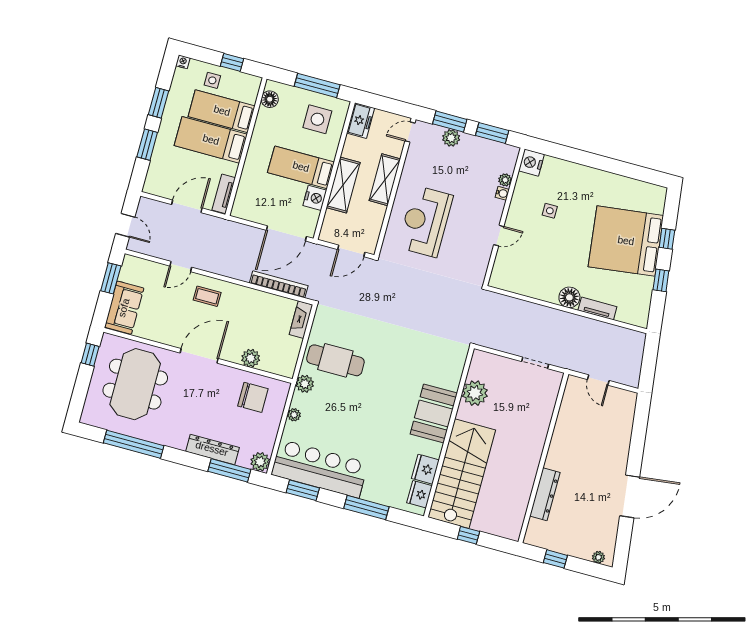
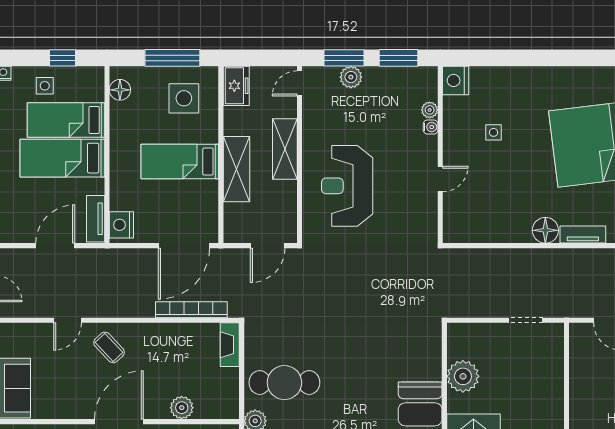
nightstand: (315, 198) -> (121, 225), moved, turned 180
coffee table: (207, 296) -> (109, 347), turned 47

